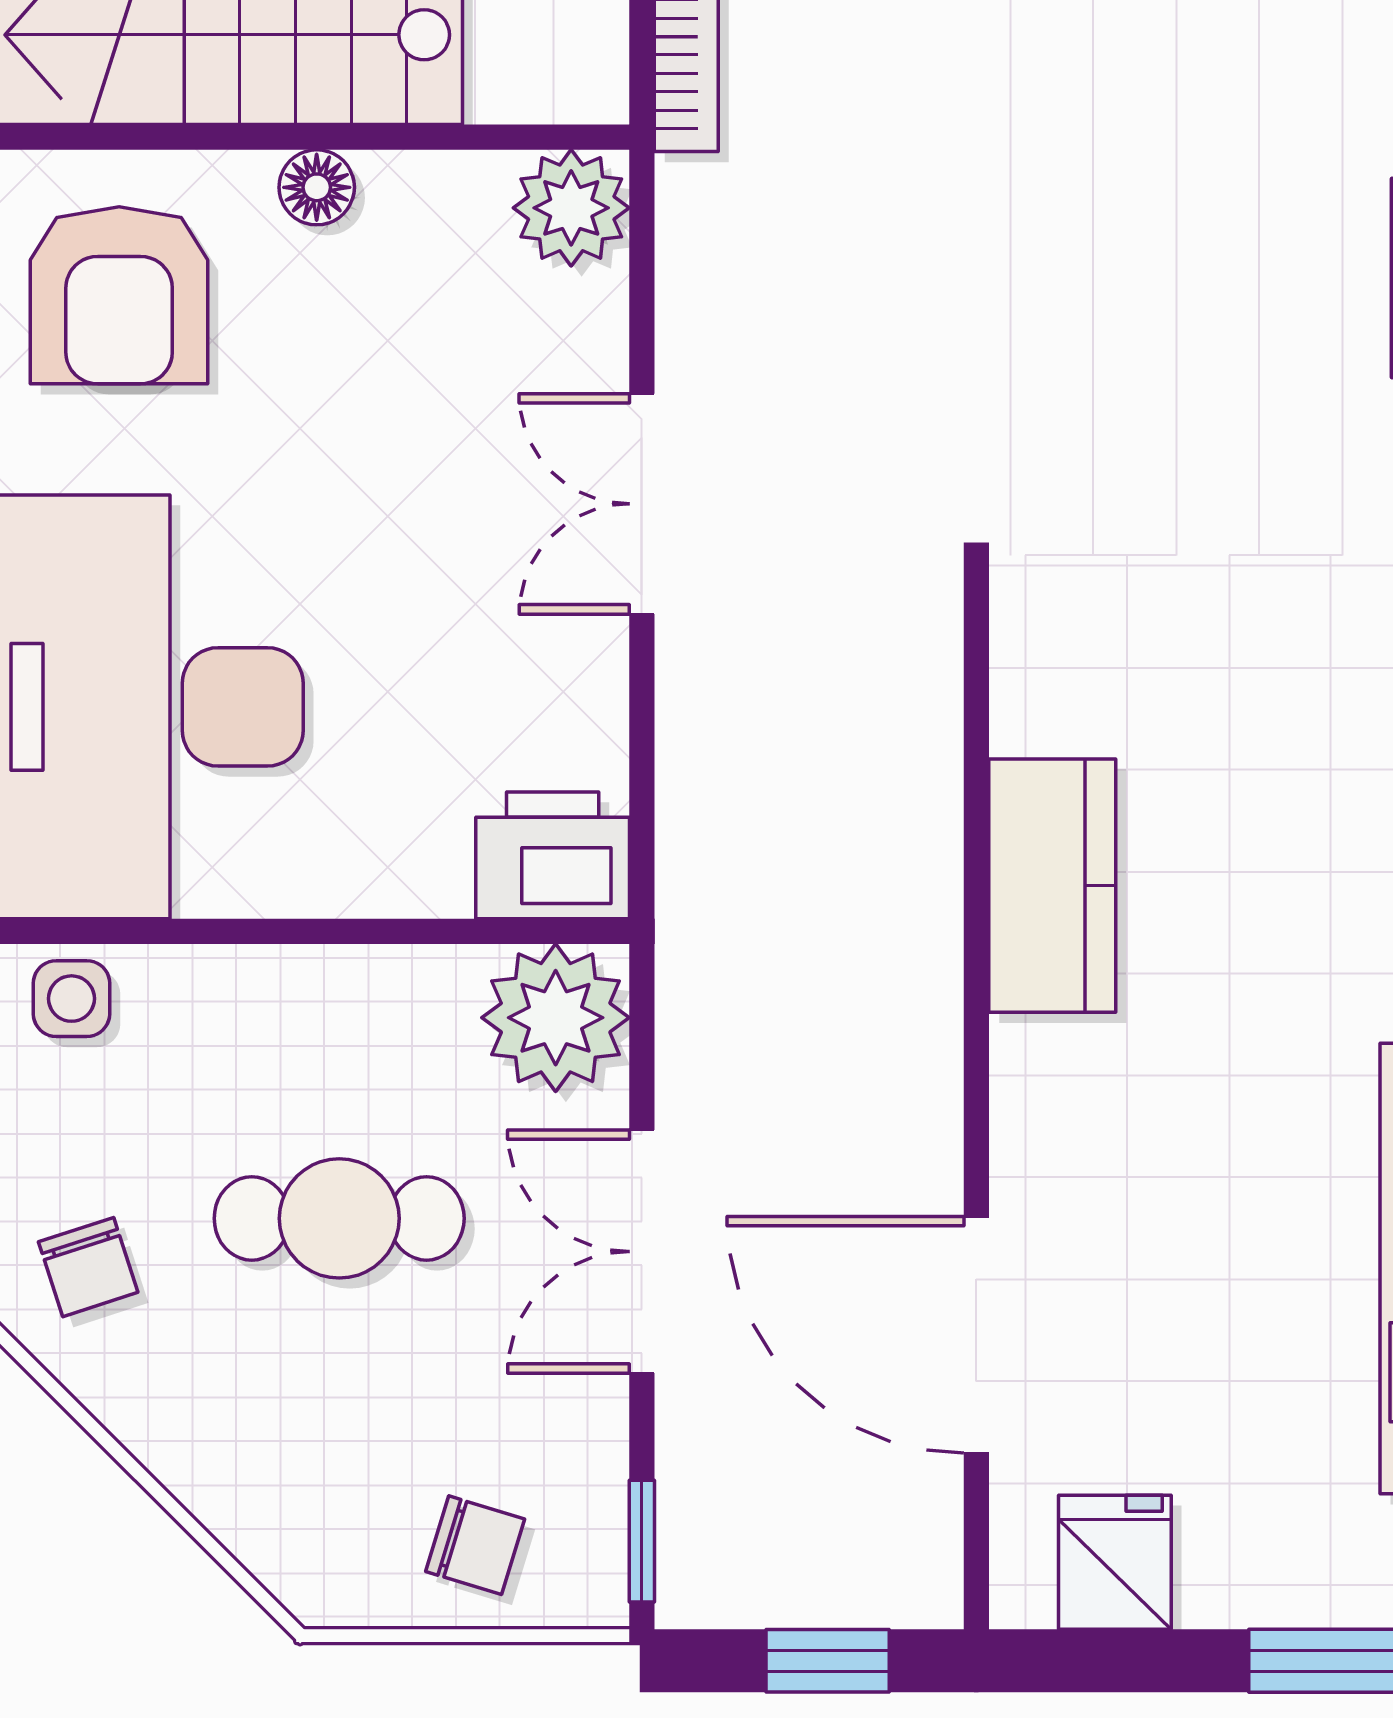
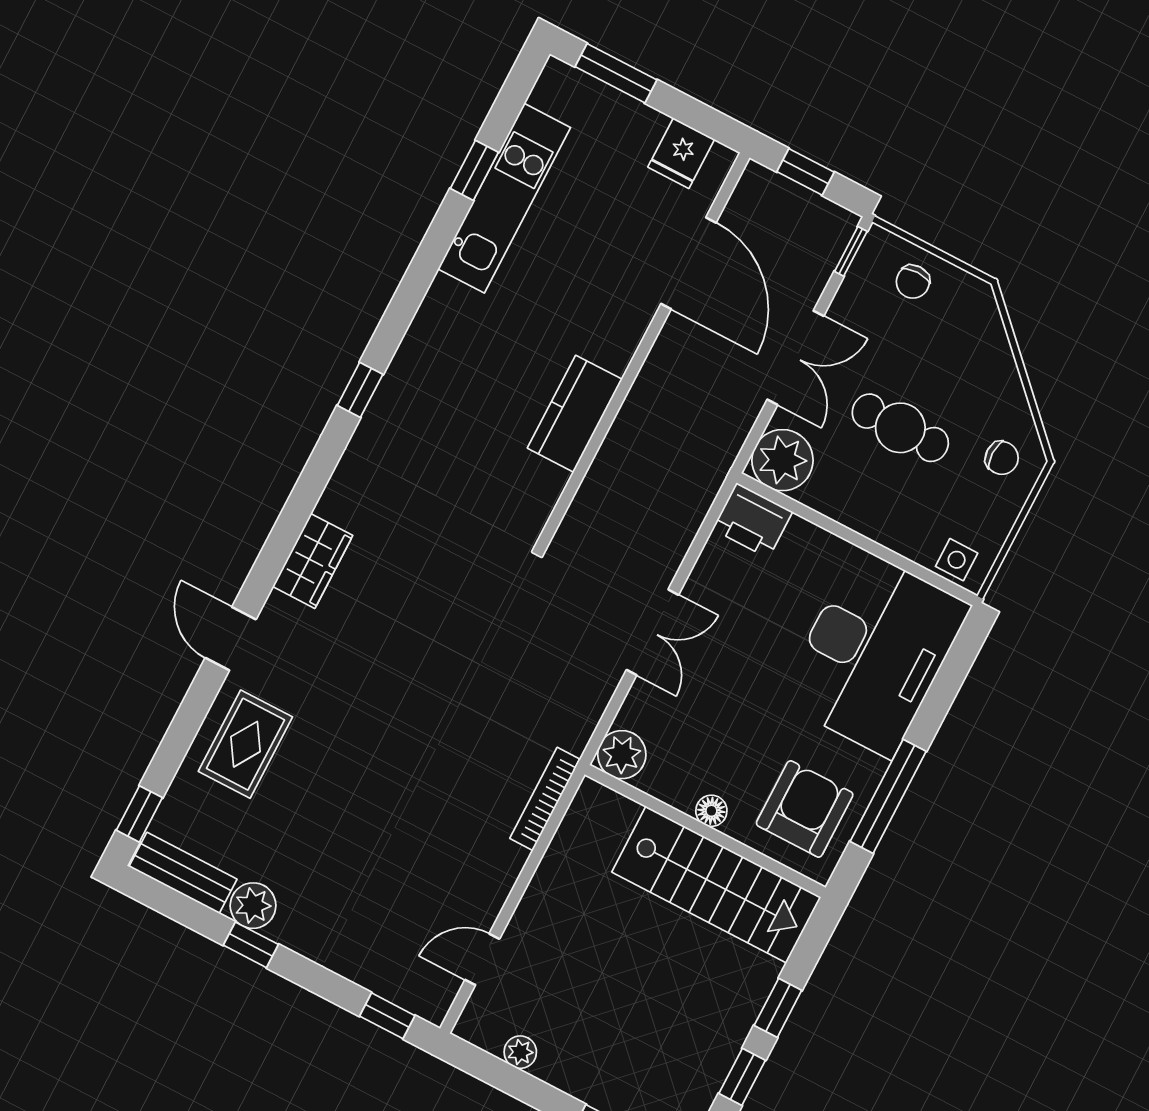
chair: (88, 1267) -> (1002, 458), turned 108
chair: (475, 1545) -> (913, 282), turned -107

